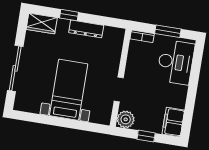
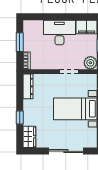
dresser: (86, 29) -> (28, 86), moved
desk: (176, 62) -> (59, 33), moved

